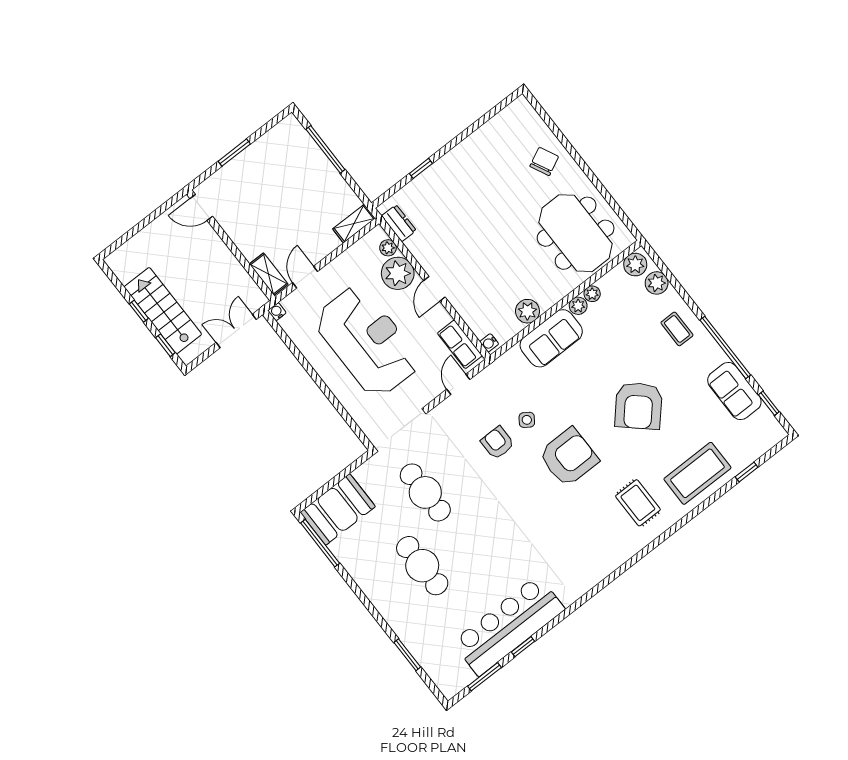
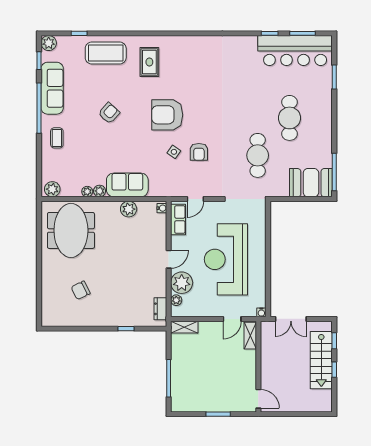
chair: (544, 161) -> (81, 290), moved
plant: (657, 283) -> (49, 43), moved
sofa: (734, 391) -> (52, 88), width x1.36
armchair: (639, 406) -> (109, 113), width x0.53, depth x0.53
bar counter: (508, 626) -> (295, 51), moved

